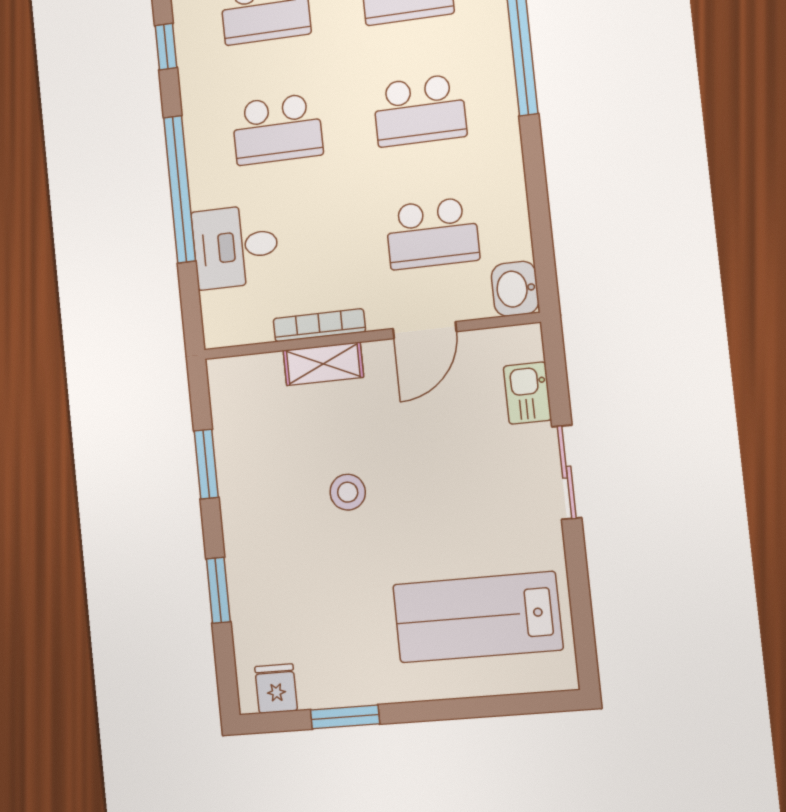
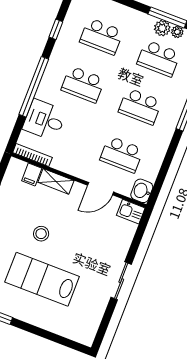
bookcase: (319, 325) -> (32, 155), moved
filing cabinet: (266, 375) -> (32, 174), added
kitchen sink: (527, 393) -> (131, 212), moved, turned -90
sliding door: (567, 472) -> (121, 281), moved
lab bench: (477, 617) -> (42, 279), moved

